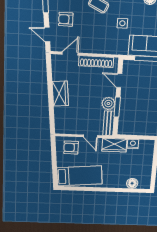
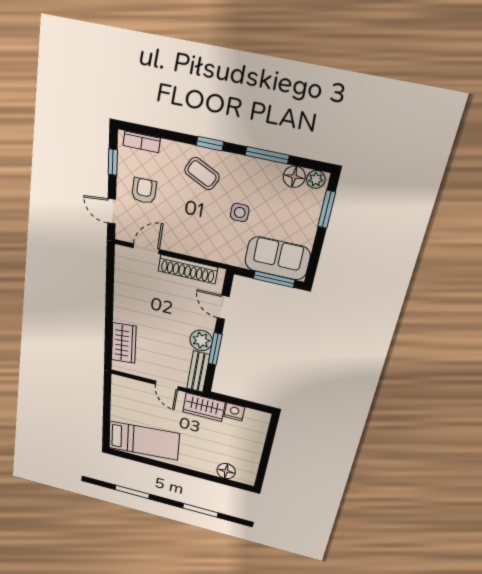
armchair: (66, 19) -> (144, 191), turned 90
wardrobe: (60, 94) -> (124, 343), moved
armchair: (71, 148) -> (135, 396), removed

